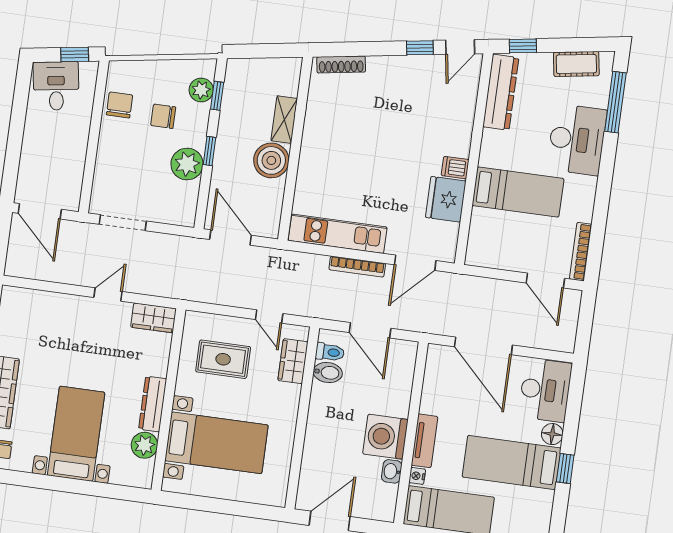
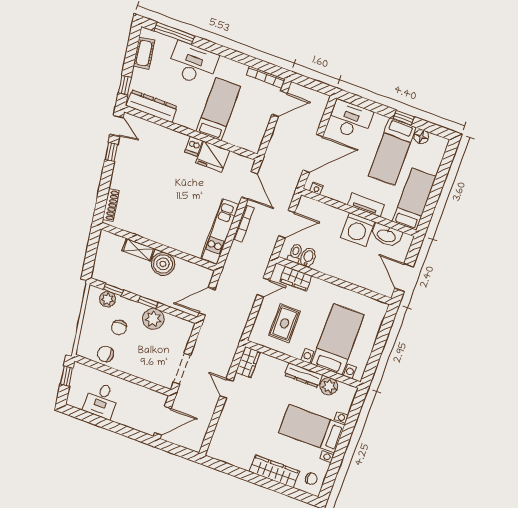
desk: (56, 86) -> (102, 400), moved, turned -81
floor lamp: (552, 434) -> (421, 137), moved
washbasin: (392, 471) -> (386, 235), width x1.91, depth x1.45
nightstand: (417, 476) -> (317, 188), moved

